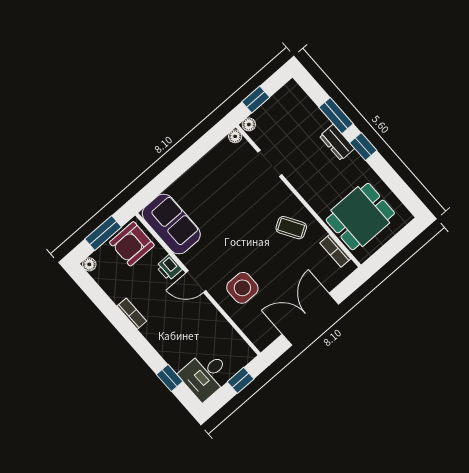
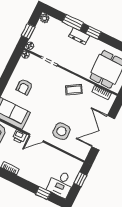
plant: (292, 89) -> (45, 18), added
armchair: (211, 189) -> (24, 87), added

